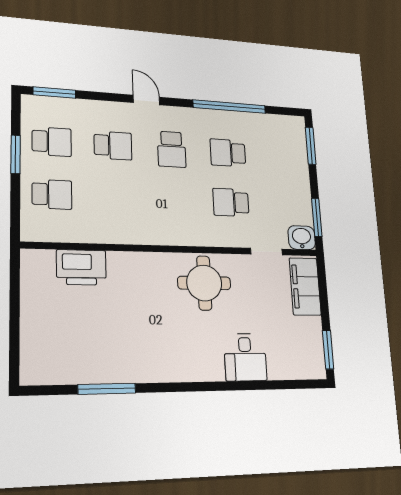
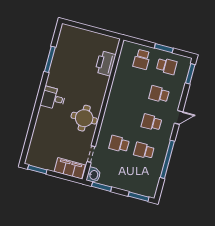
school desk: (52, 142) -> (167, 66), turned -90
school desk: (113, 146) -> (159, 94), turned 90
school desk: (228, 153) -> (144, 151), turned -90
school desk: (231, 202) -> (119, 144), turned -90
desk: (245, 357) -> (53, 98), moved

